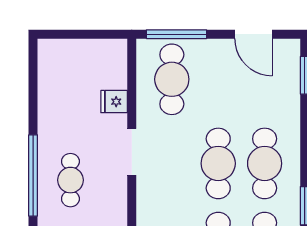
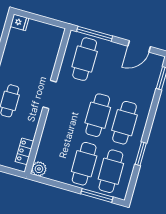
door: (254, 34) -> (139, 46), hinge flipped
fridge: (114, 102) -> (20, 22), moved, turned 180

